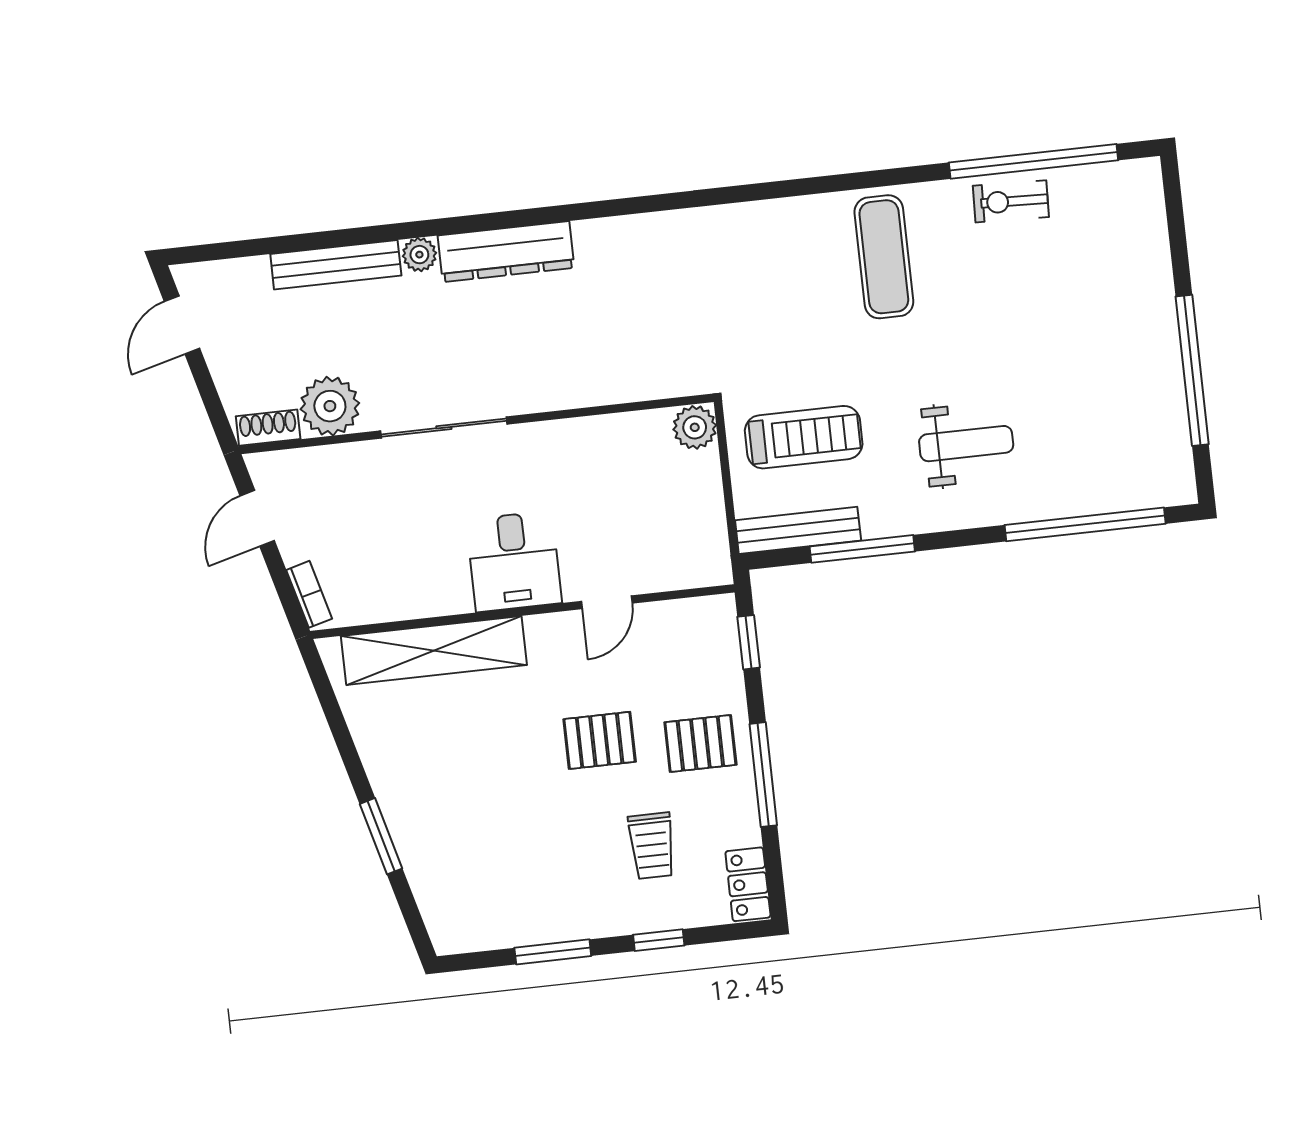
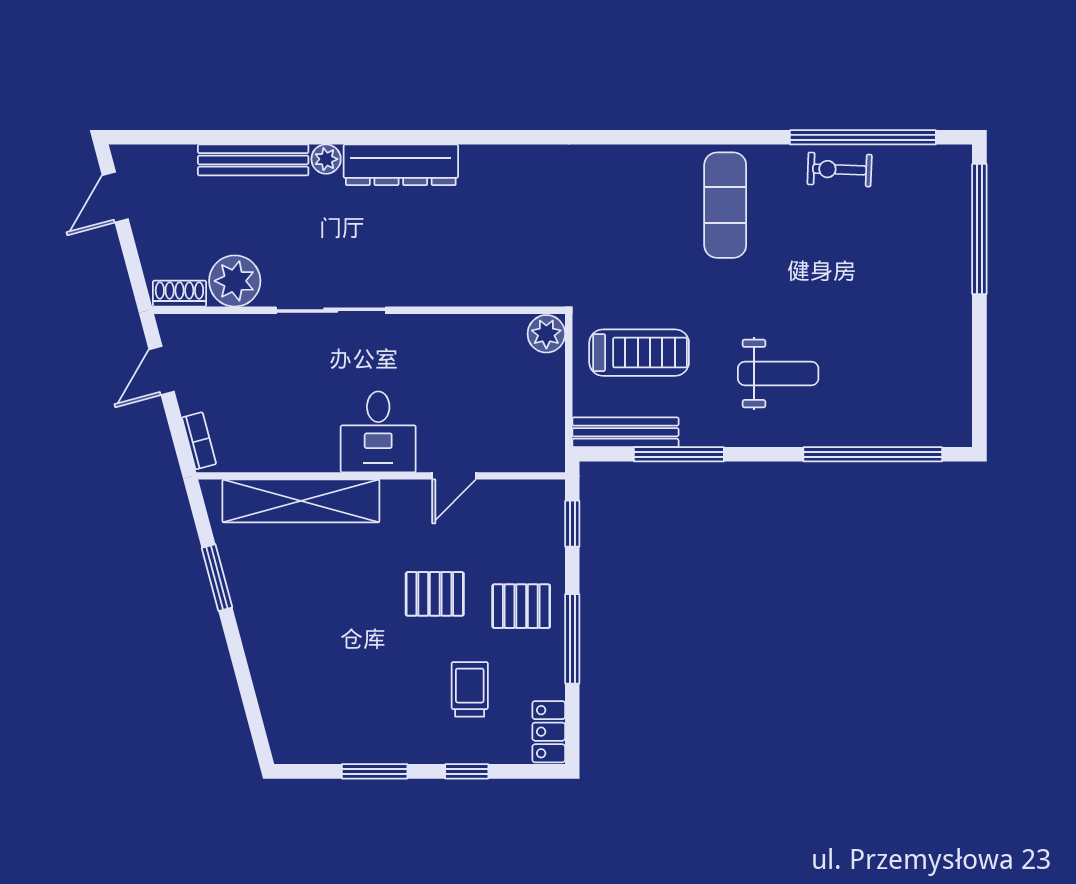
window: (1192, 370) -> (979, 229), moved
window: (381, 836) -> (217, 578), moved
trolley: (652, 846) -> (470, 689), turned 180

